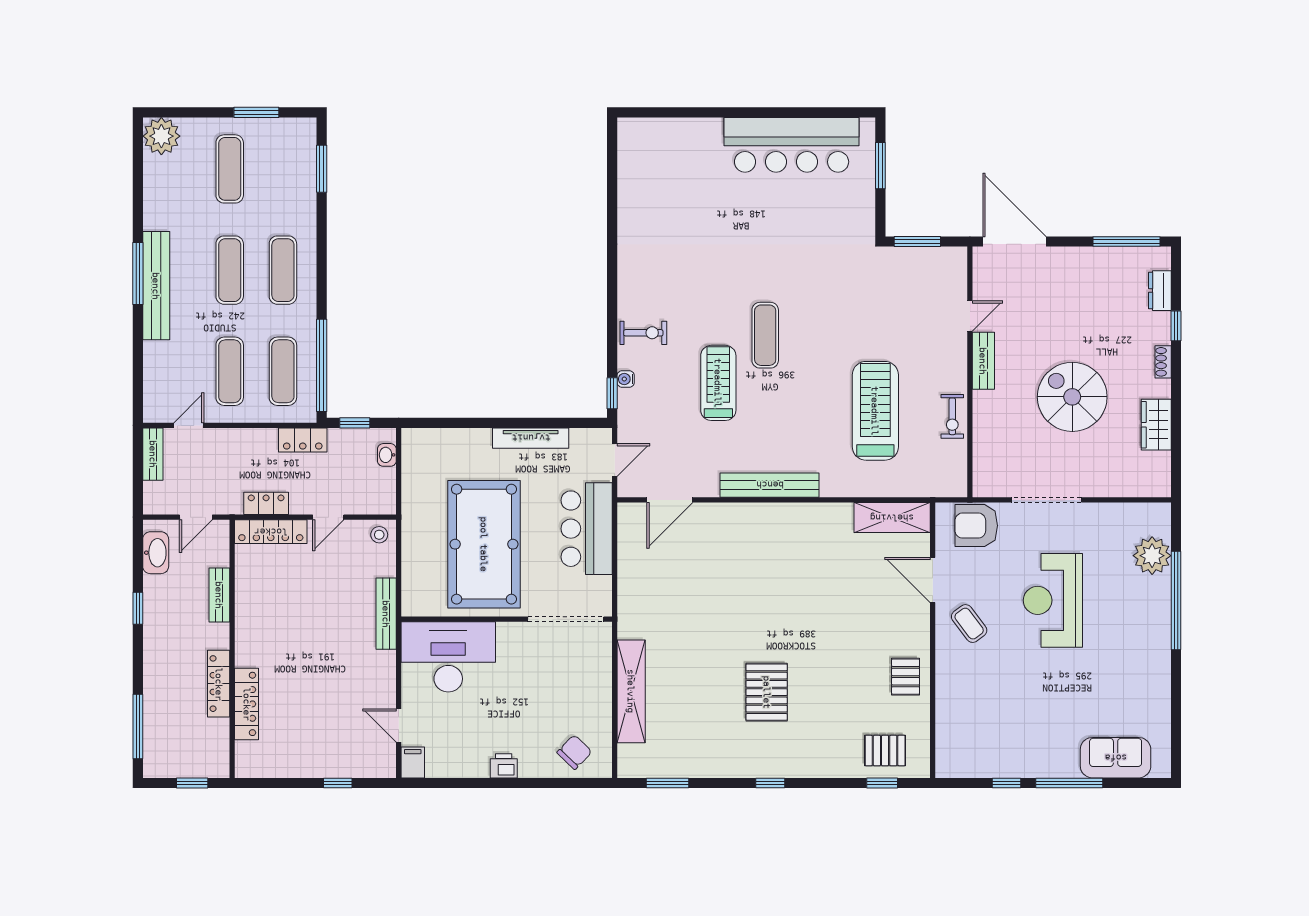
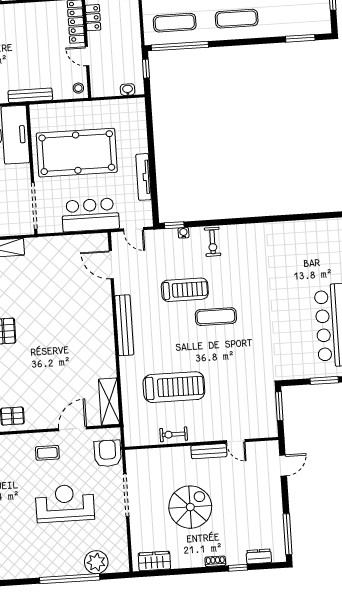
door: (1014, 242) -> (283, 466), width x0.53
wardrobe: (1156, 425) -> (154, 561), moved
locker: (303, 440) -> (133, 38), removed
coffee table: (969, 624) -> (47, 453), turned 37

